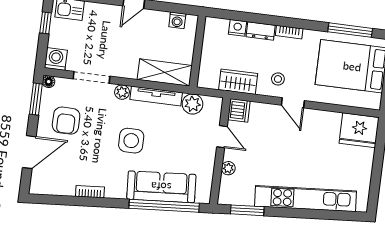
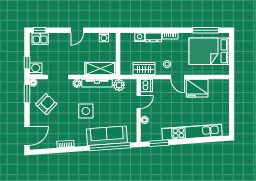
window: (46, 23) -> (27, 63), moved
armchair: (66, 121) -> (46, 104), turned -137
fridge: (359, 130) -> (197, 88), moved
door: (222, 137) -> (139, 102), hinge flipped
door: (29, 152) -> (27, 136), moved

